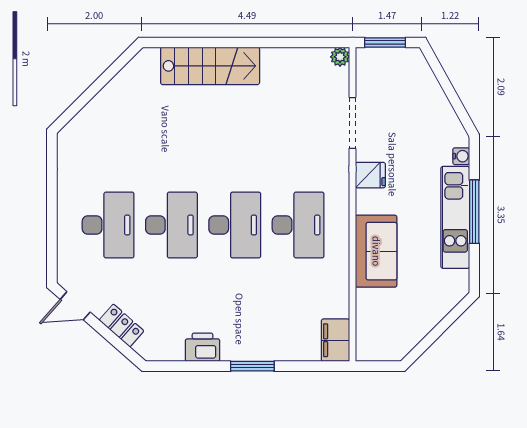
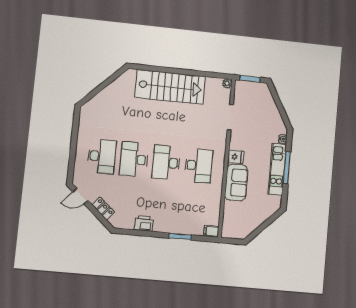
stairs: (210, 66) -> (170, 87), width x1.36, depth x1.51
fridge: (370, 175) -> (236, 157), moved
desk: (171, 225) -> (134, 159), turned 180
desk: (235, 225) -> (166, 163), turned 180
filing cabinet: (335, 340) -> (211, 231), width x0.50
window: (252, 366) -> (180, 236), moved

